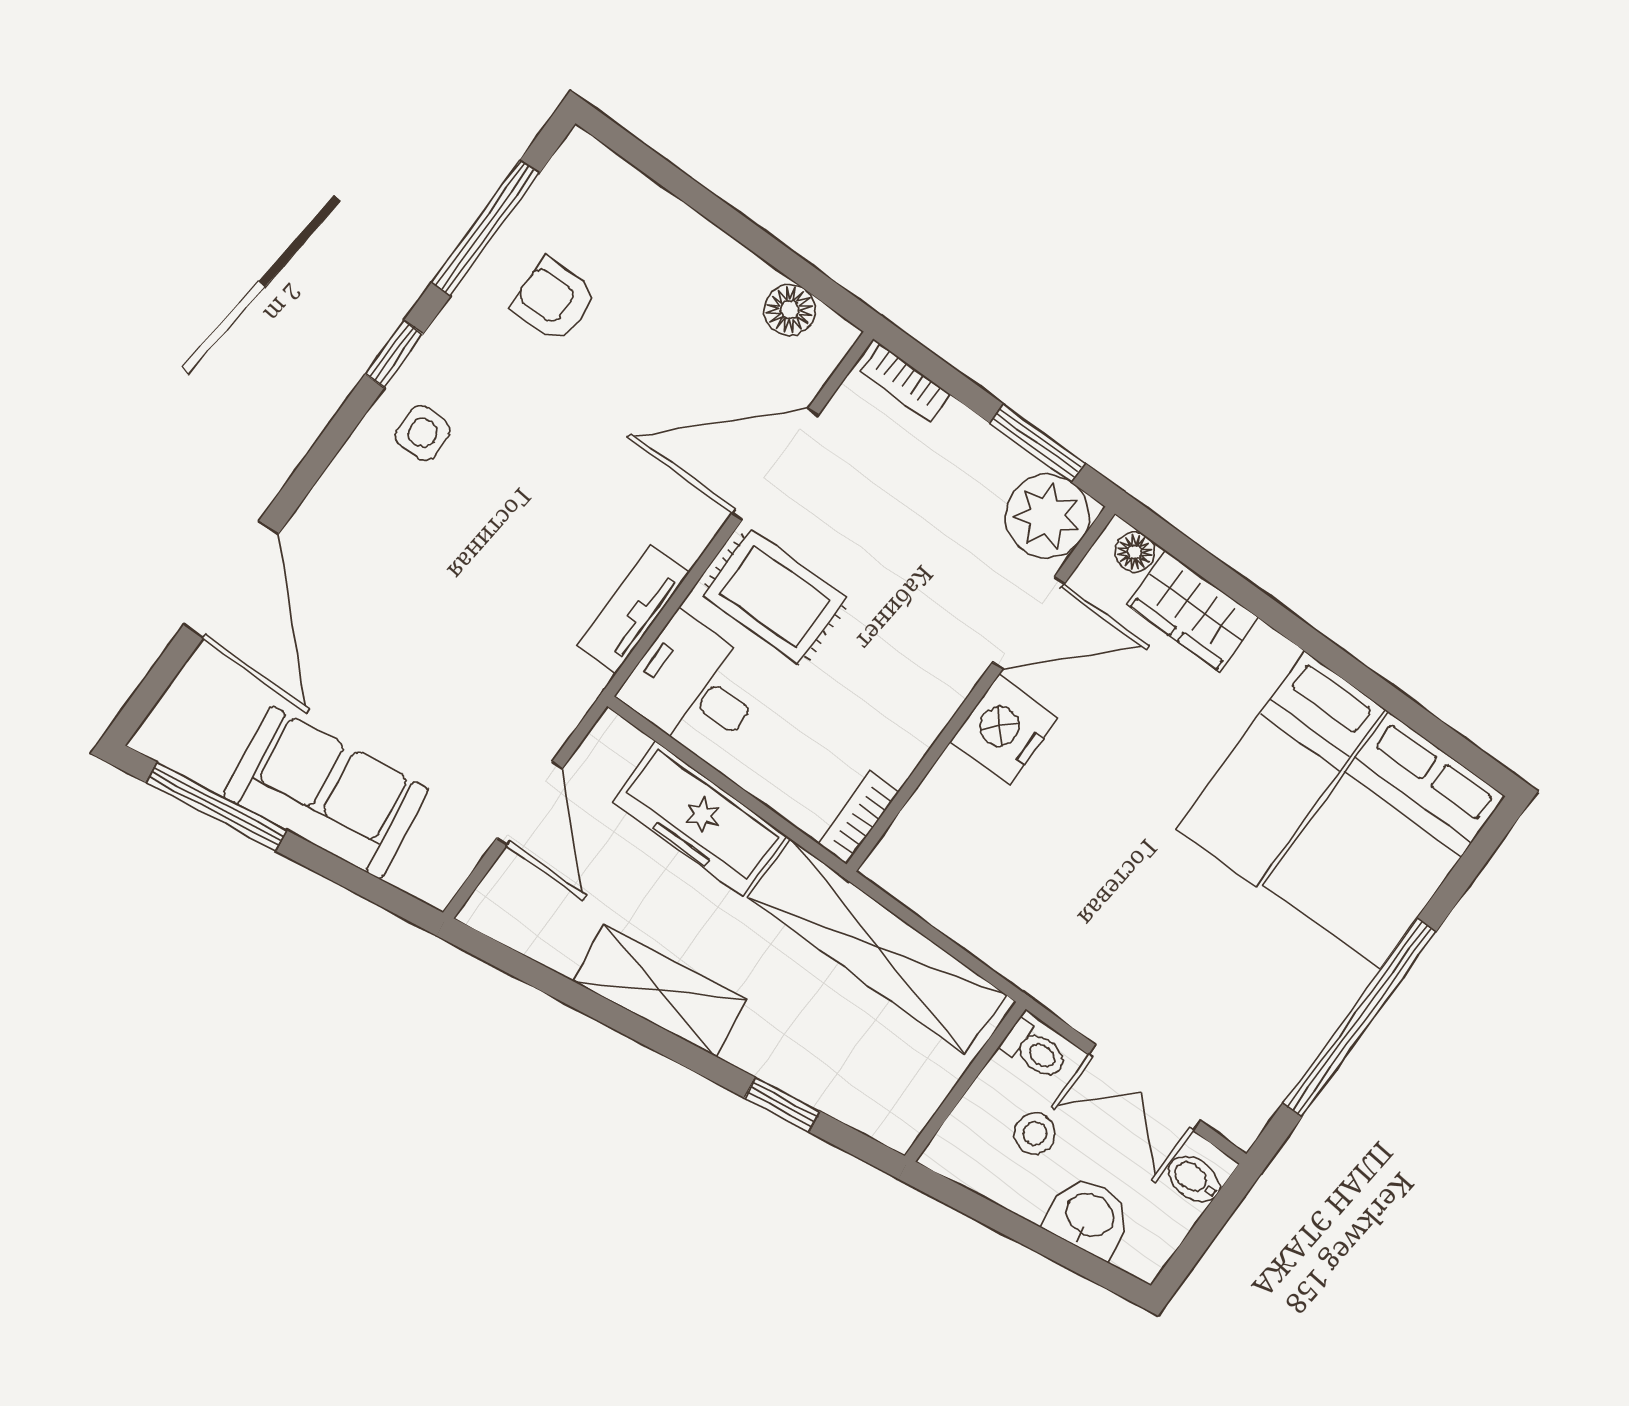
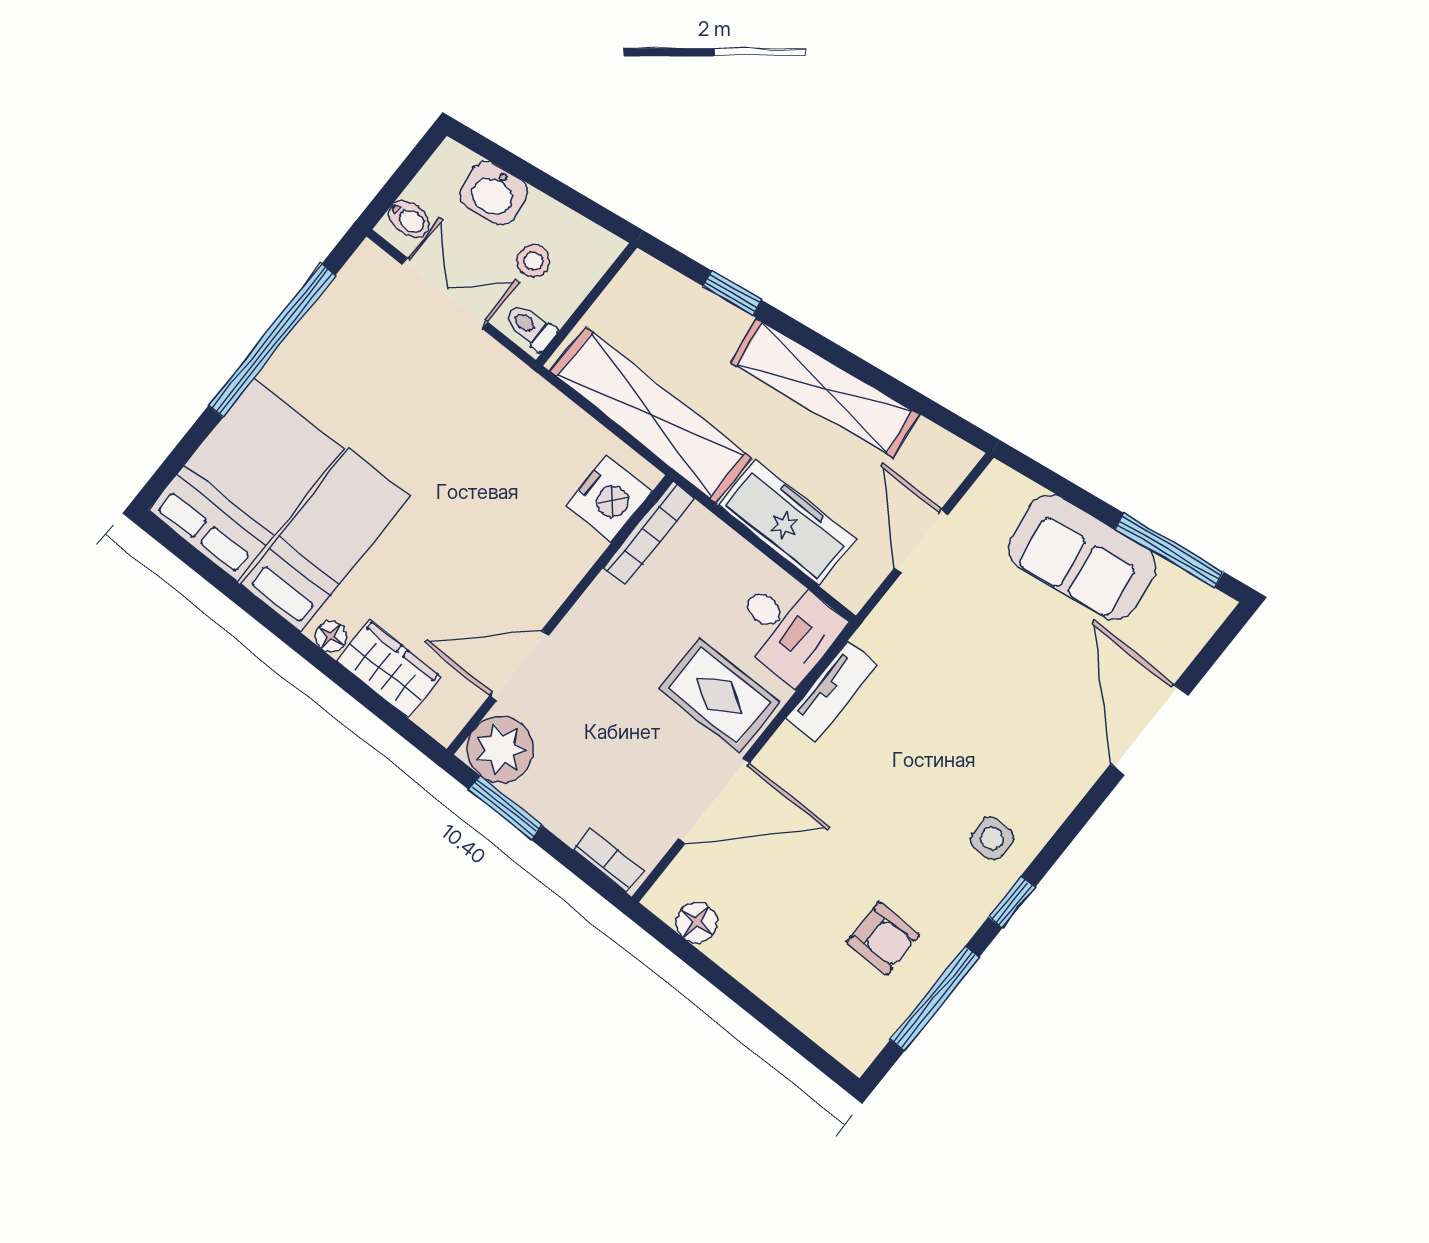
floor lamp: (1135, 552) -> (331, 637), moved
nightstand: (1004, 730) -> (609, 498), moved
bookcase: (858, 818) -> (649, 533), width x1.56
shelving: (660, 991) -> (825, 388), width x1.47

